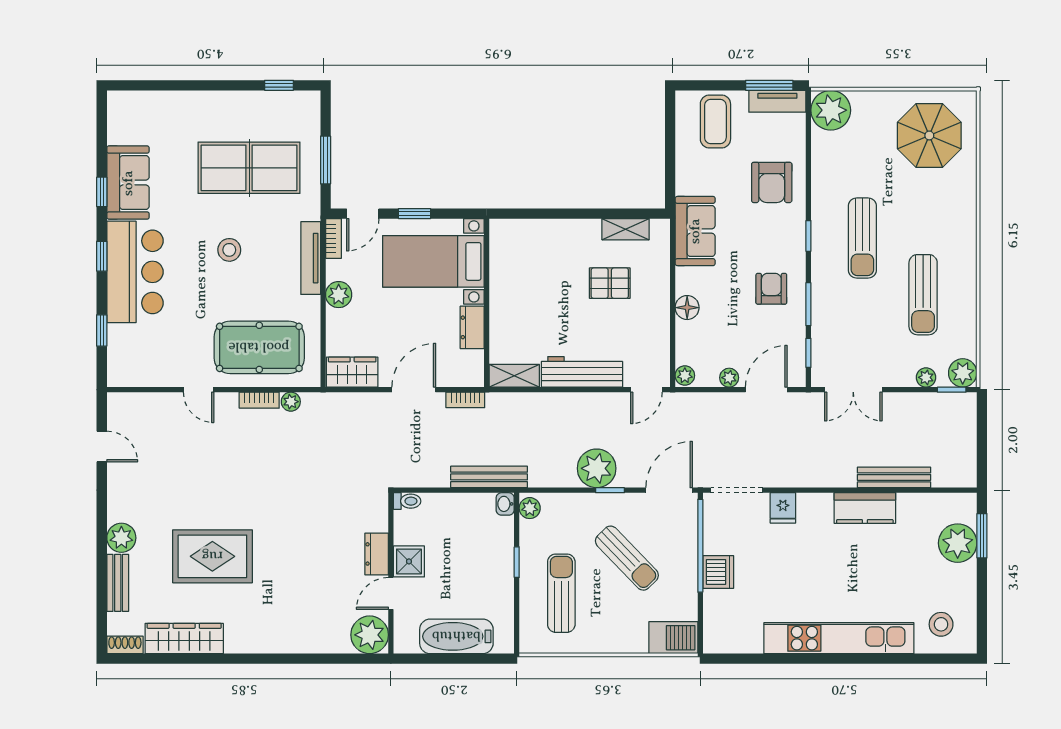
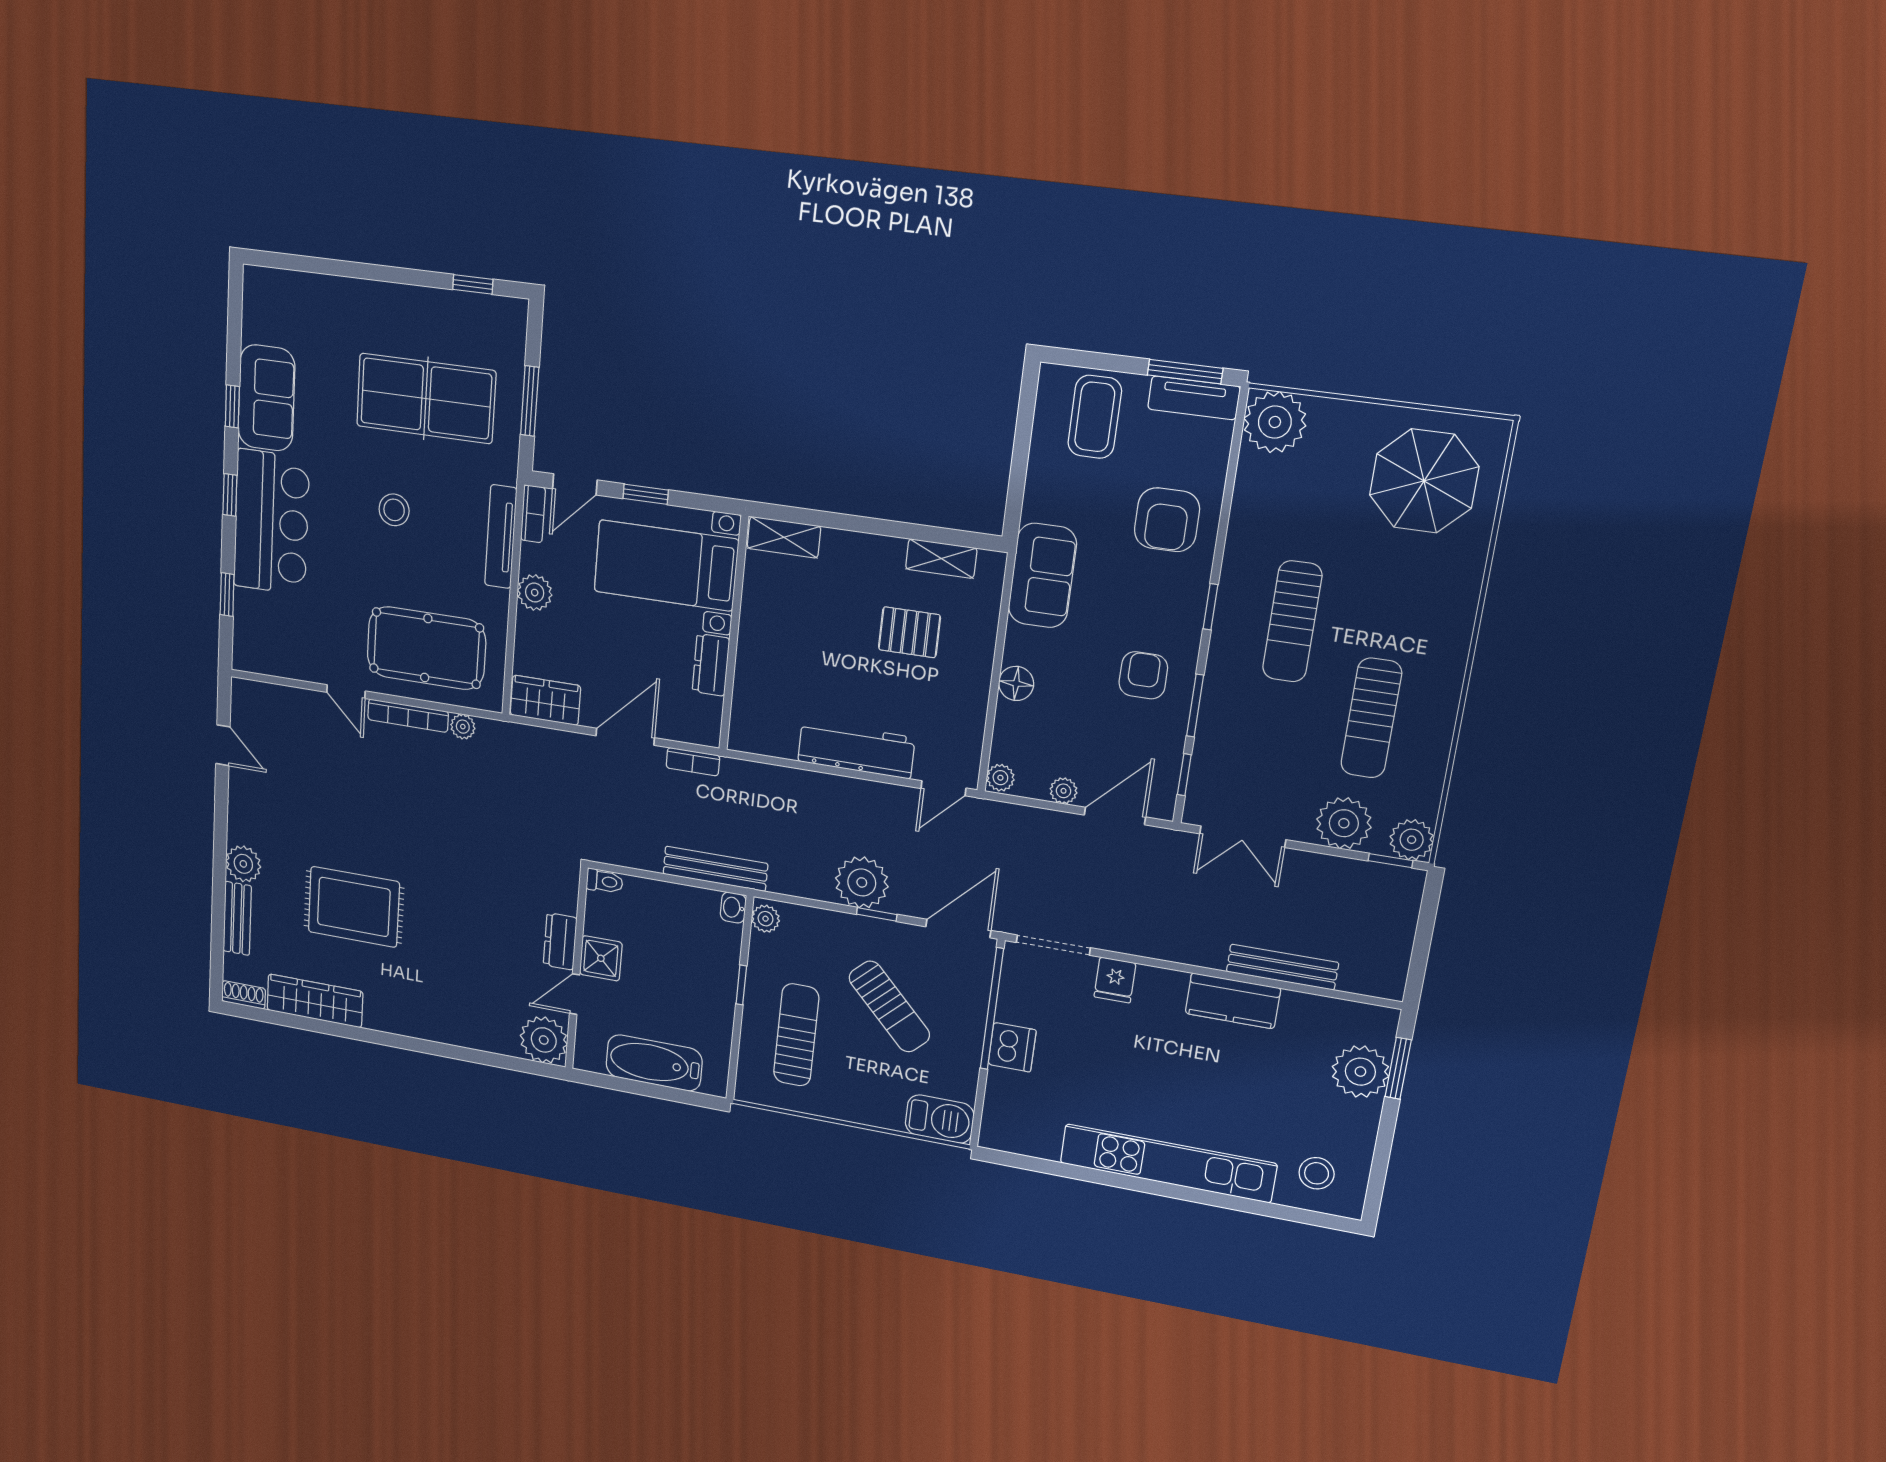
shelving: (514, 376) -> (784, 537), moved
plant: (926, 377) -> (1344, 823), width x1.87, depth x1.87
bookcase: (259, 400) -> (408, 716), width x1.56

